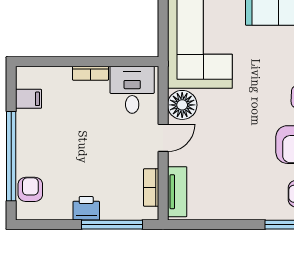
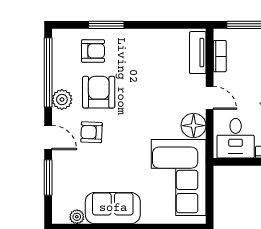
door: (163, 138) -> (210, 98), swing flipped

